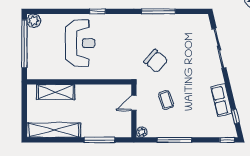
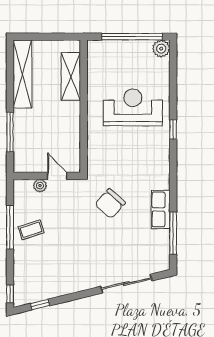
window: (158, 11) -> (173, 233), moved
reception desk: (80, 43) -> (133, 107), turned 180
coffee table: (166, 100) -> (31, 230), moved
row of seats: (221, 100) -> (161, 209), moved, turned -76
plant: (142, 132) -> (40, 186), moved

